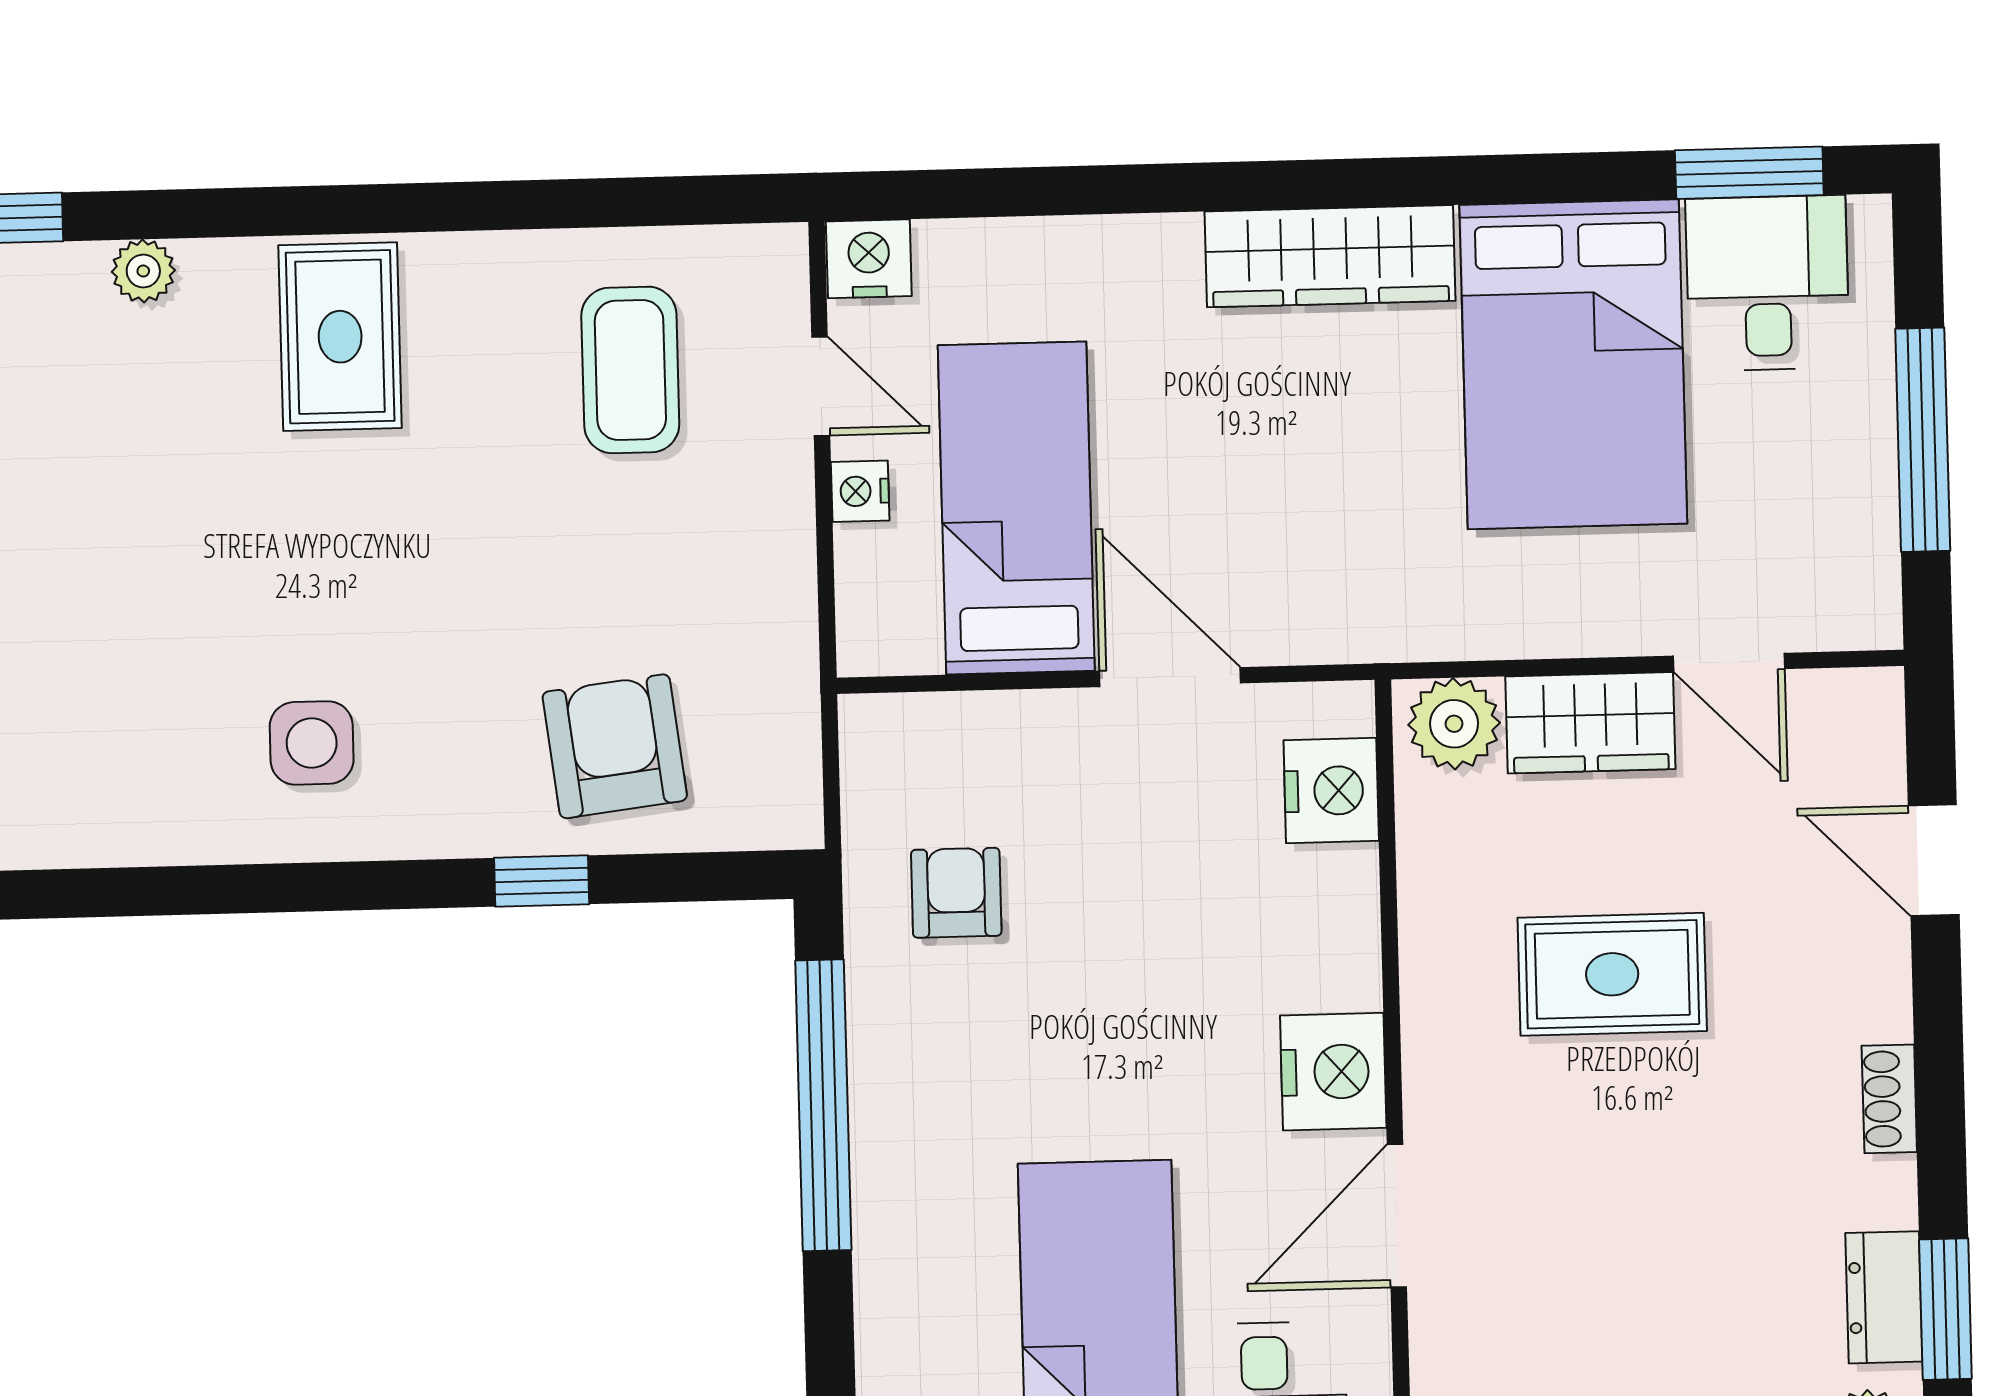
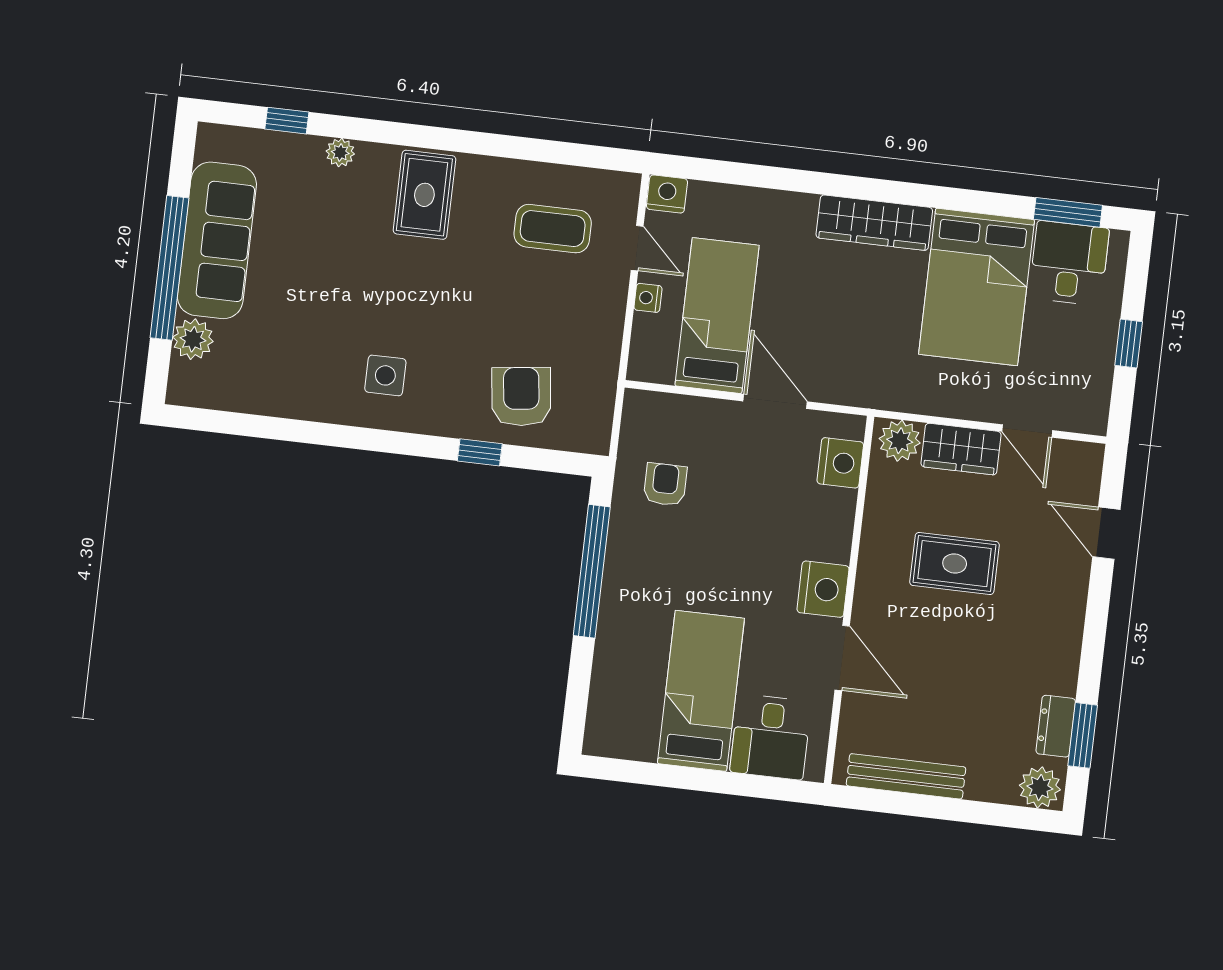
coffee table: (630, 370) -> (553, 229), turned 90
window: (1923, 440) -> (1129, 344), width x0.46
shoe rack: (1889, 1099) -> (1071, 637), removed
door: (1397, 1216) -> (842, 658), swing flipped

